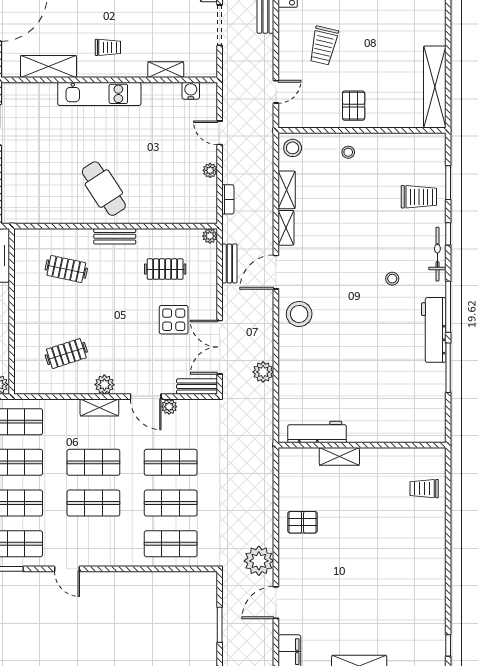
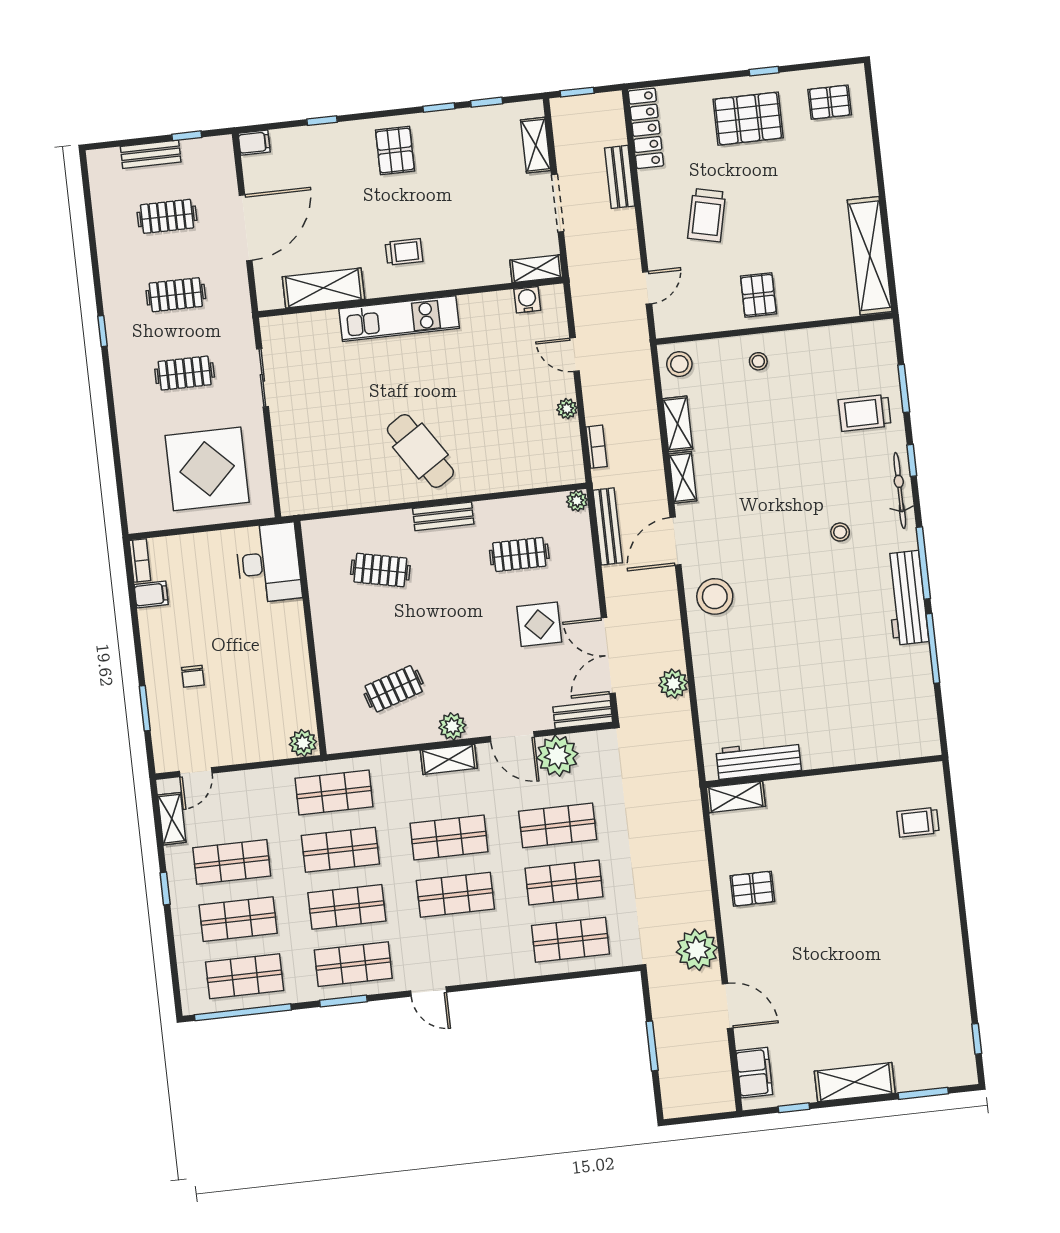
shelving: (166, 70) -> (536, 269), moved
trolley: (419, 197) -> (865, 413), turned 180
bench: (229, 263) -> (608, 526), width x1.36
plant: (169, 407) -> (557, 756), width x1.88, depth x1.88
shelving: (339, 456) -> (736, 797), moved
door: (276, 603) -> (728, 1006), swing flipped

